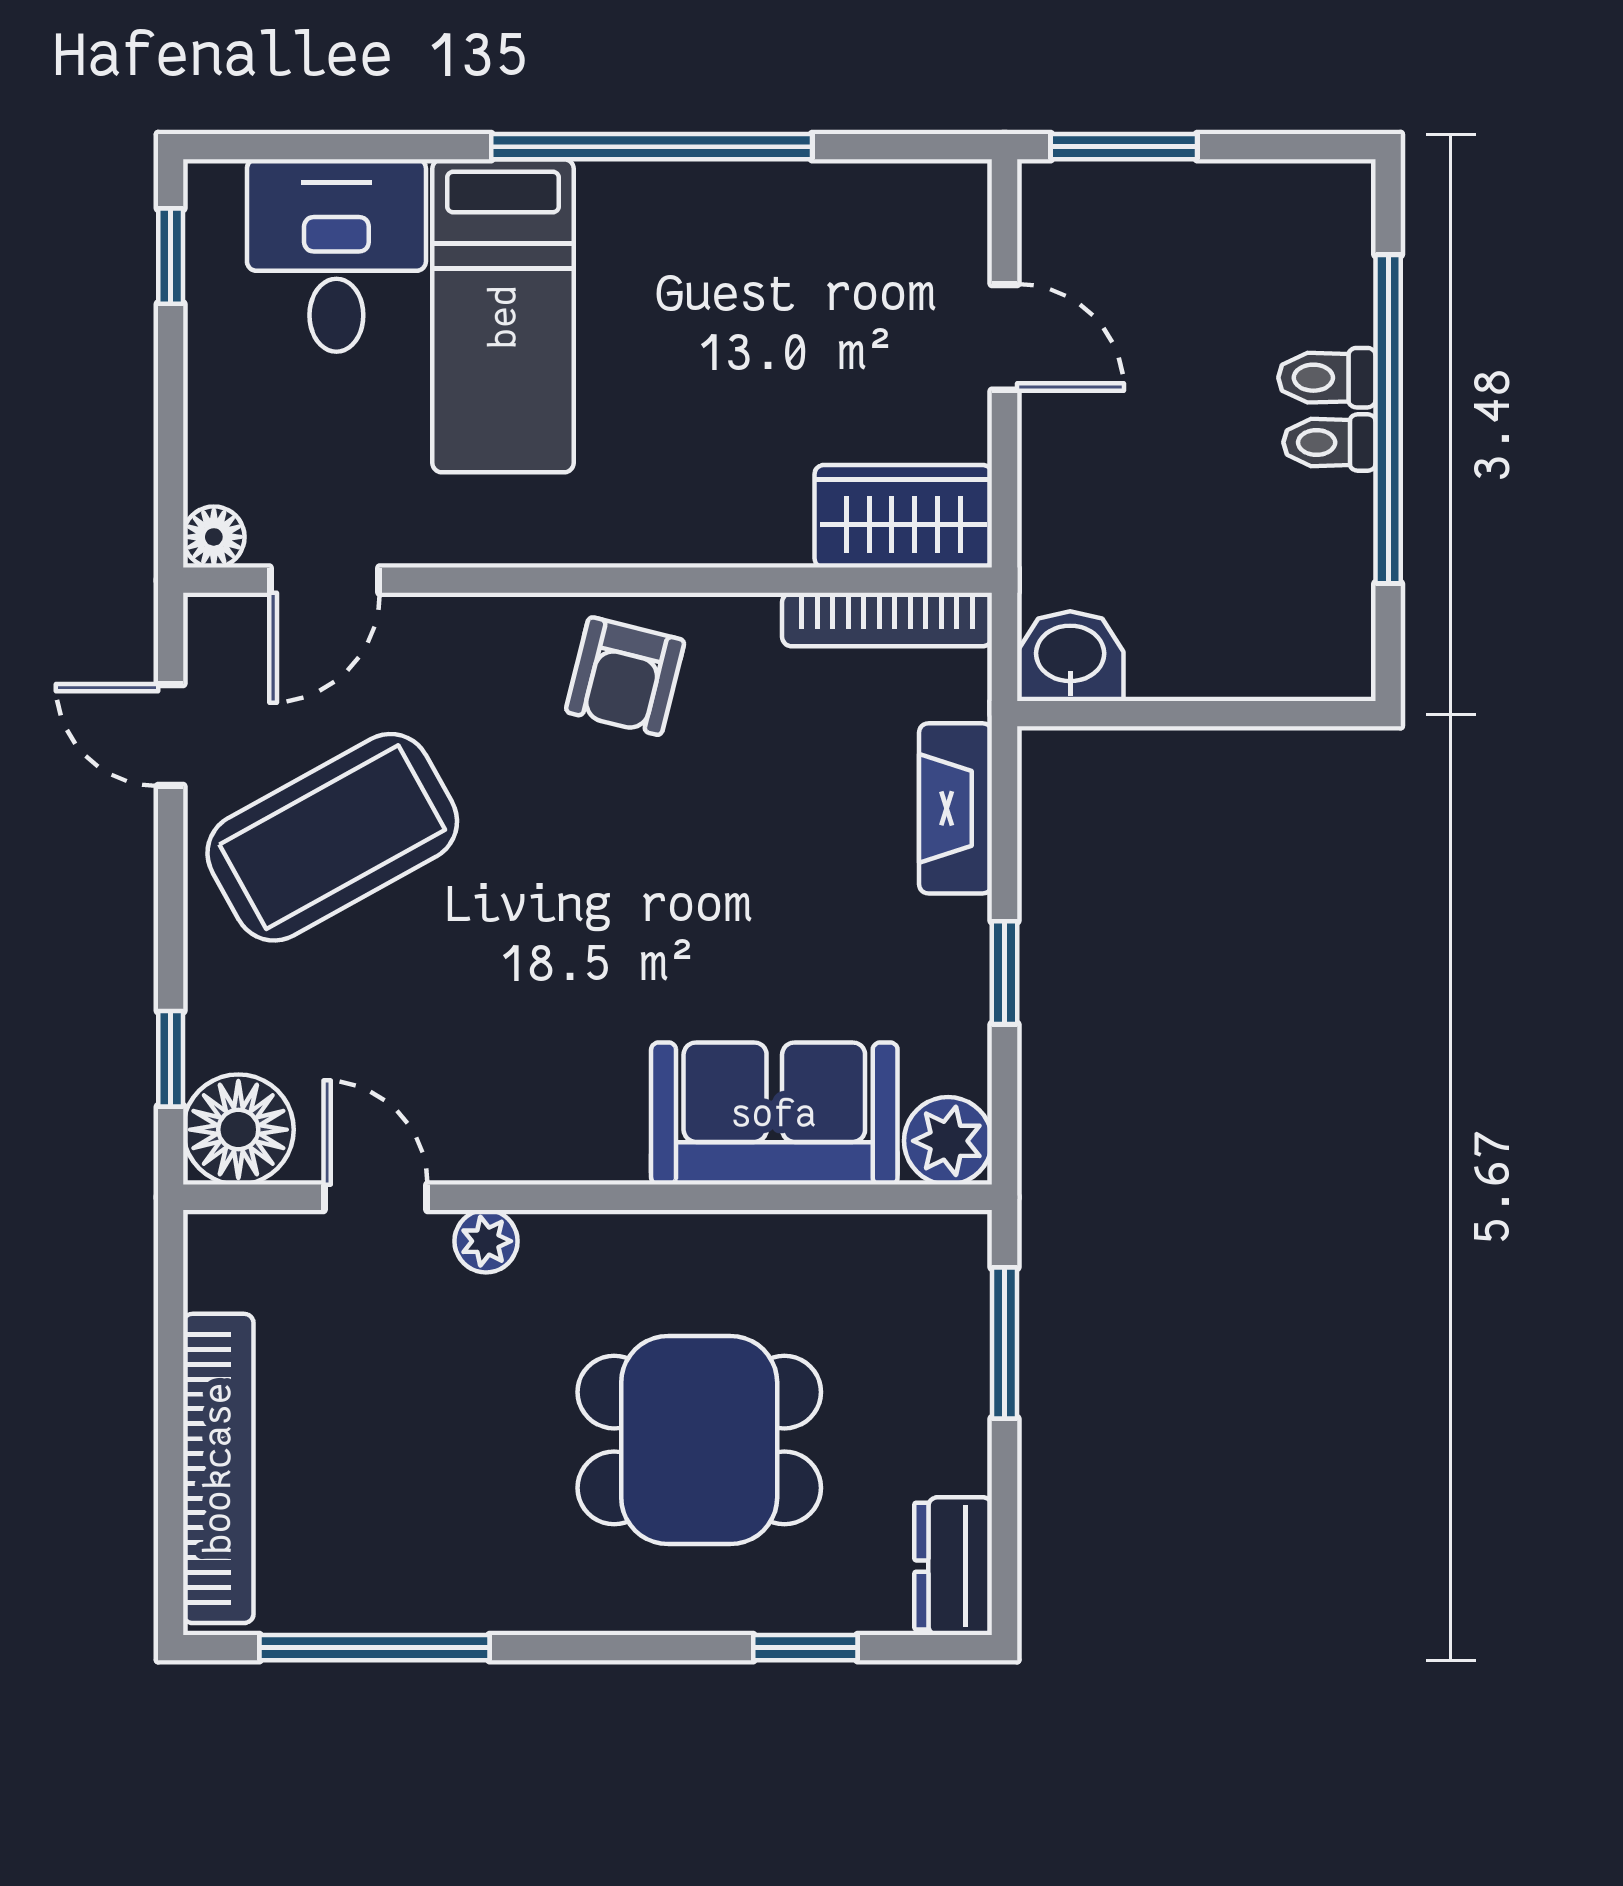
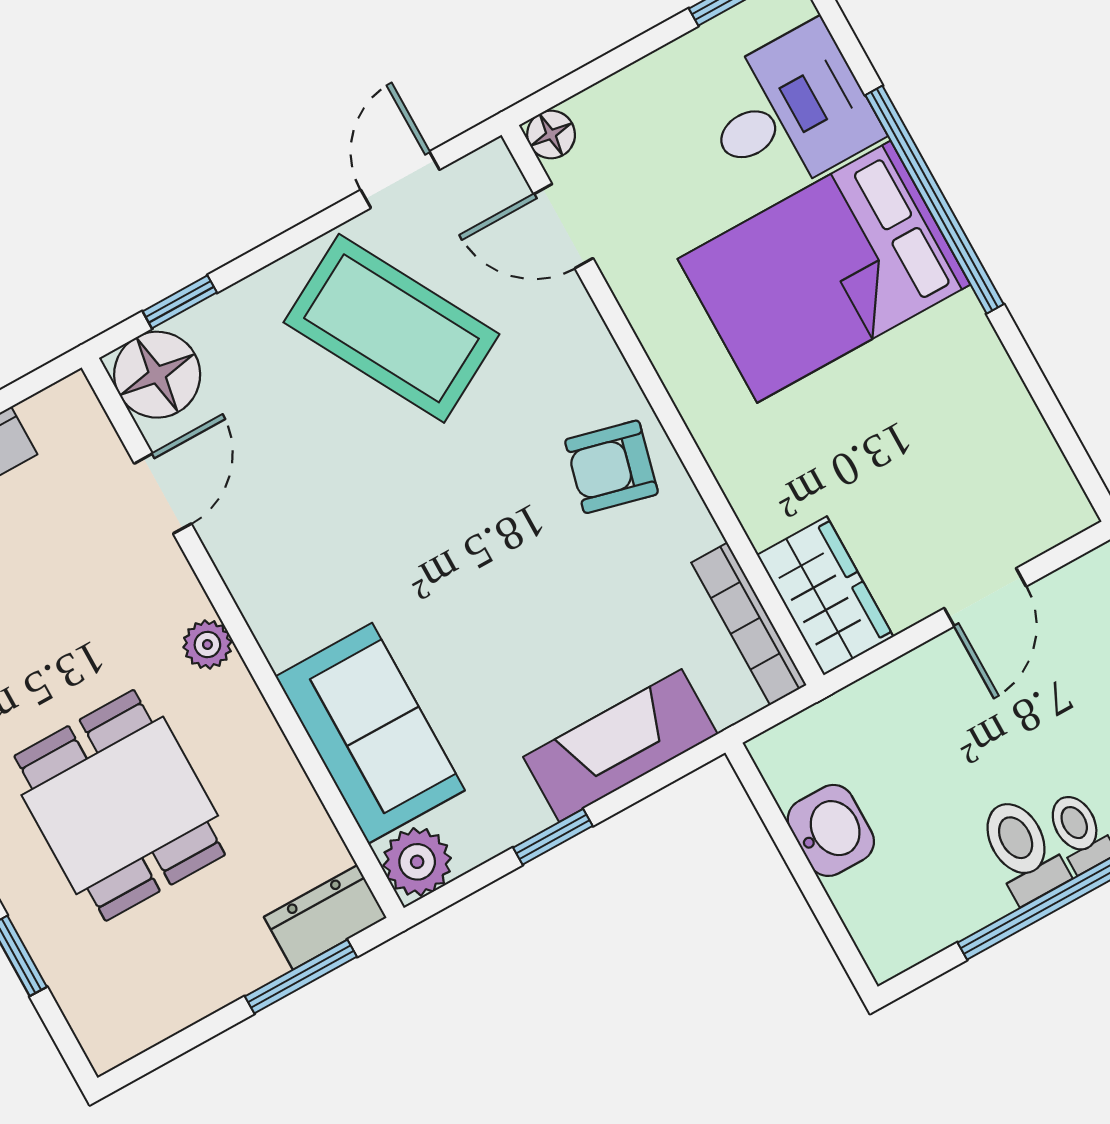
window: (652, 147) -> (934, 200), moved
bed: (503, 316) -> (824, 272), width x1.50
toilet: (1329, 442) -> (1022, 850), width x1.37, depth x1.39
washbasin: (1070, 656) -> (831, 830), moved
fireplace: (956, 808) -> (620, 746), width x1.37, depth x1.32
plant: (486, 1241) -> (207, 645), moved
dresser: (953, 1566) -> (325, 917), moved

